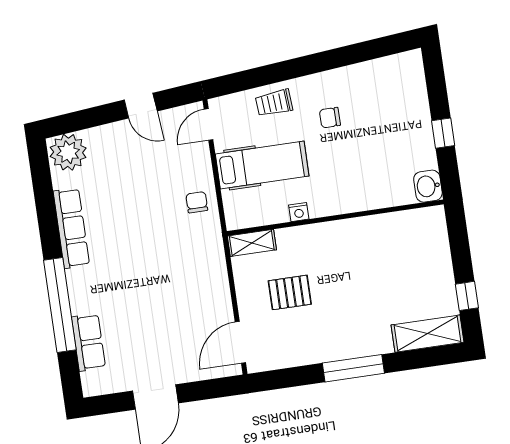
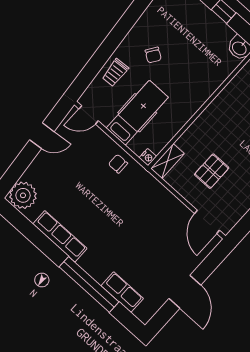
chair: (330, 118) -> (153, 55), turned -56
door: (209, 124) -> (89, 115), hinge flipped
nightstand: (299, 212) -> (148, 157), moved

